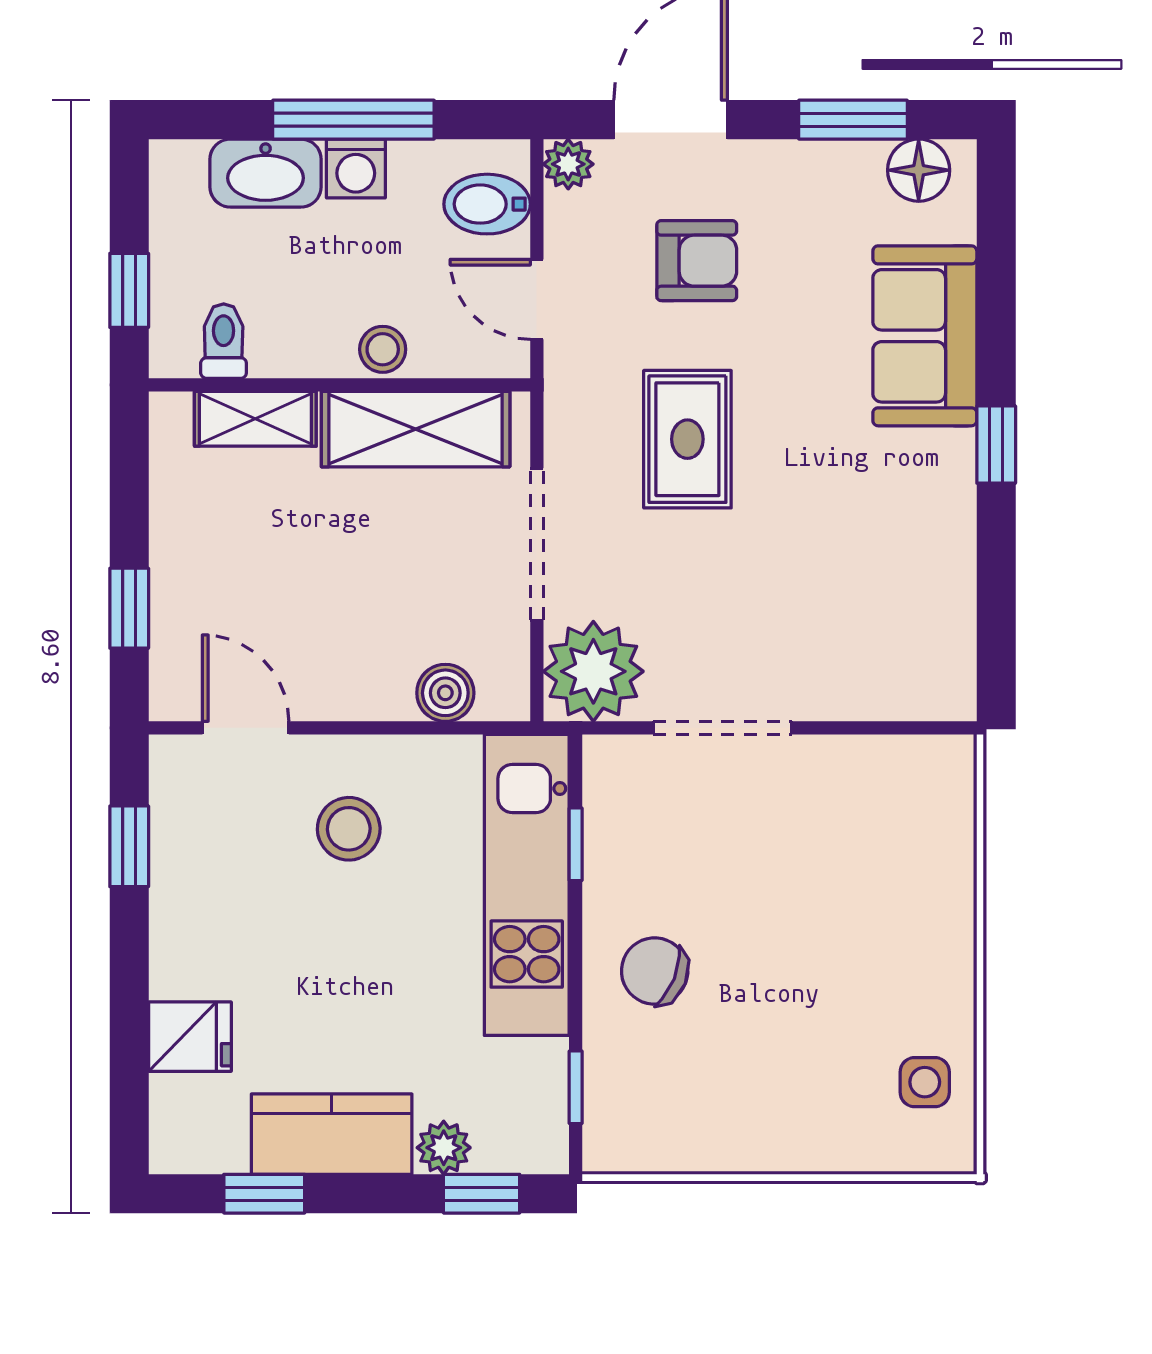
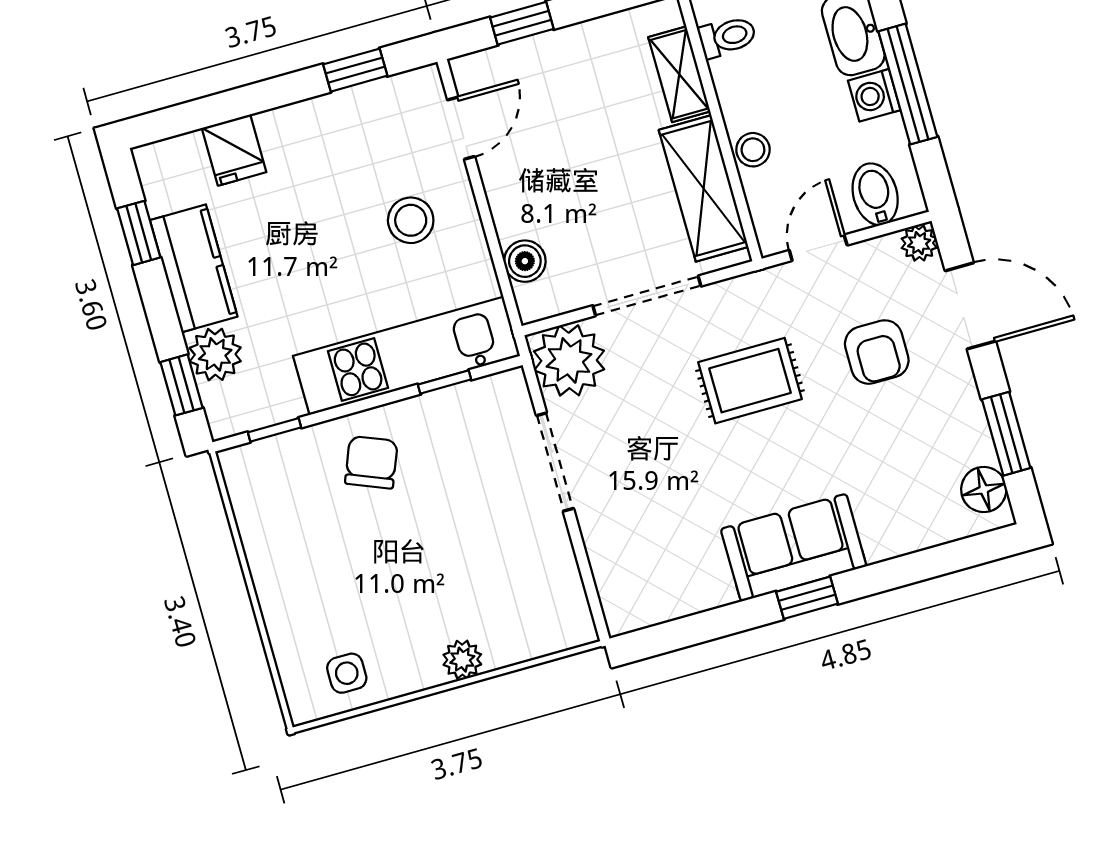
sofa: (925, 336) -> (794, 548), moved
plant: (950, 924) -> (462, 660), added
plant: (444, 1148) -> (215, 354), width x1.38, depth x1.38

